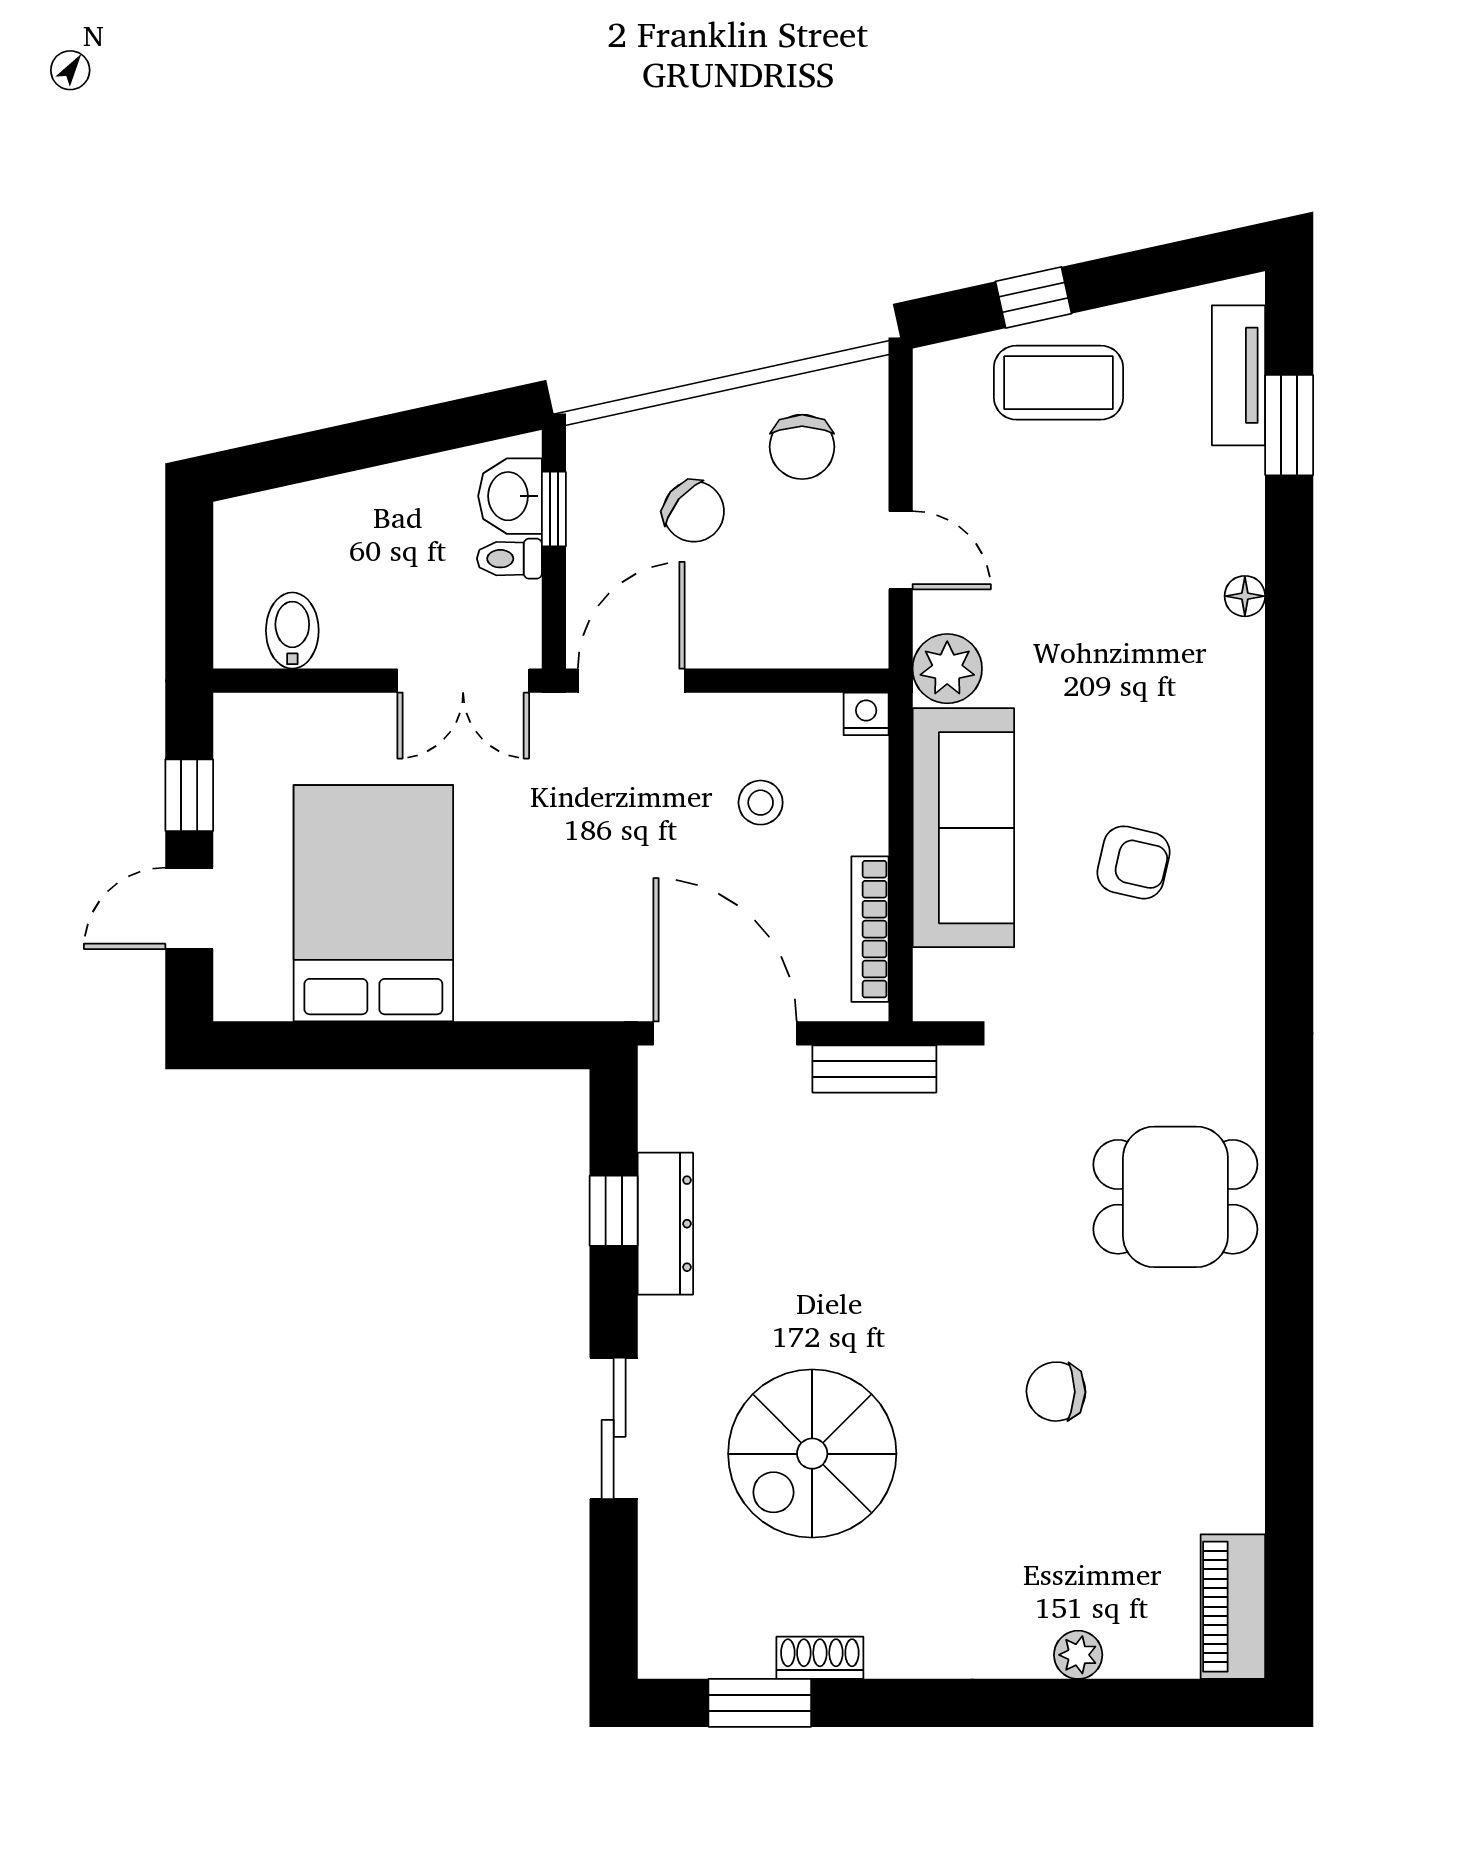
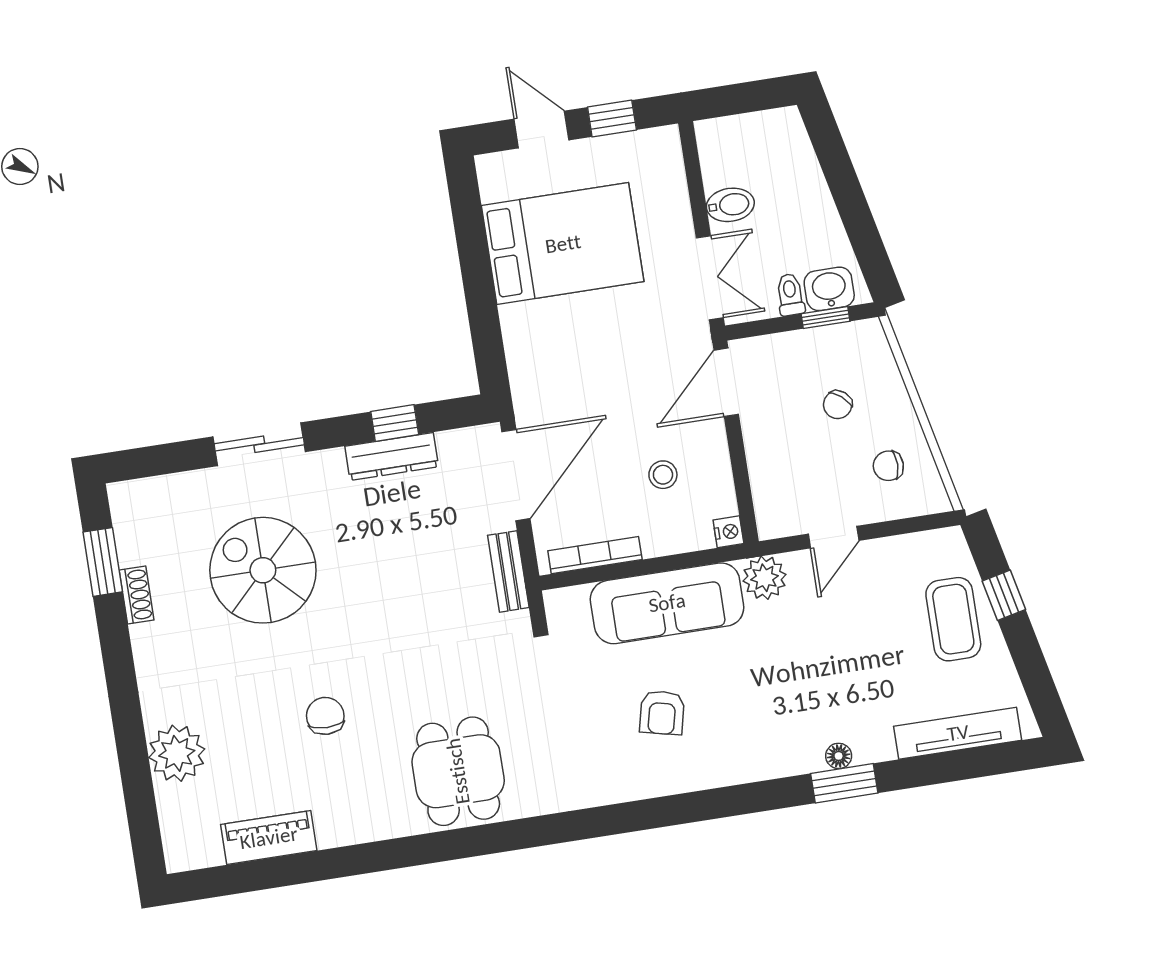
tv unit: (1238, 375) -> (958, 733), width x1.41
window: (1289, 425) -> (844, 783), moved
chair: (802, 447) -> (888, 466), width x0.73, depth x0.73
chair: (694, 511) -> (838, 405), width x0.73, depth x0.73
bidet: (292, 631) -> (730, 205), moved
double door: (463, 681) -> (710, 278), swing flipped
door: (631, 681) -> (726, 382), swing flipped
piano: (1233, 1607) -> (269, 838), moved
plant: (1078, 1655) -> (177, 753), width x1.88, depth x1.88

